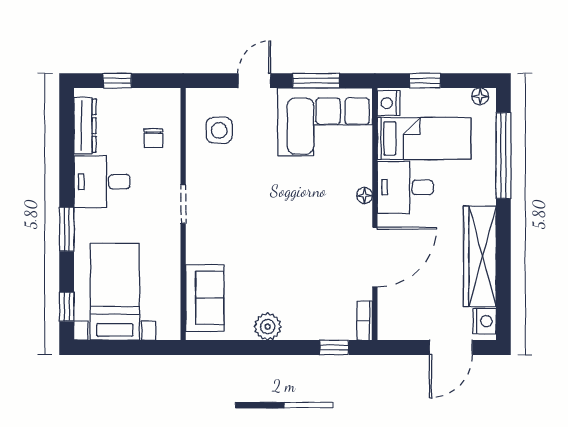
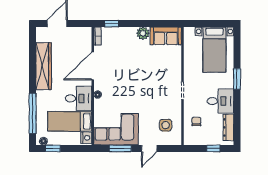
window: (425, 81) -> (53, 148), moved
sofa: (205, 298) -> (166, 36), moved, turned -90
window: (67, 307) -> (237, 43), removed
nightstand: (485, 321) -> (41, 36), removed

